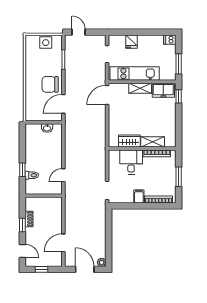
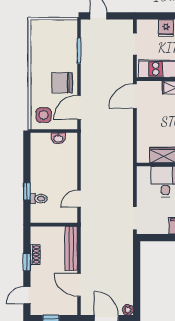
side table: (46, 43) -> (44, 115), moved
bench: (57, 214) -> (71, 248), added
door: (63, 243) -> (79, 285), hinge flipped
door: (22, 251) -> (27, 295), swing flipped

